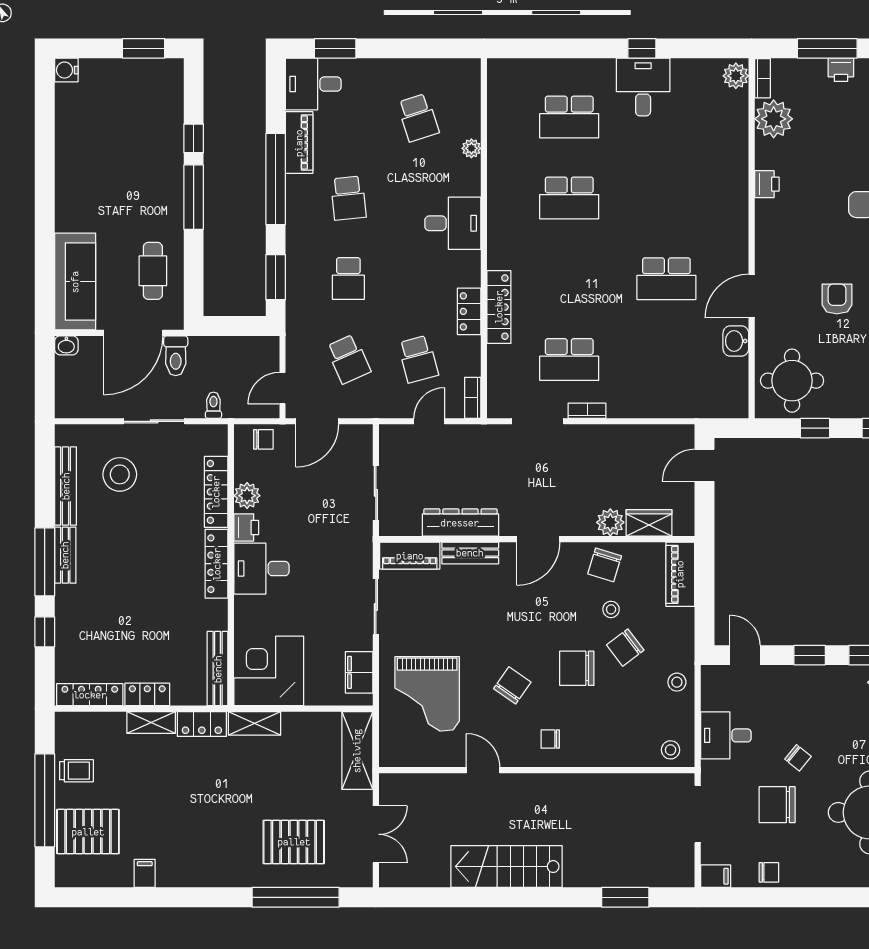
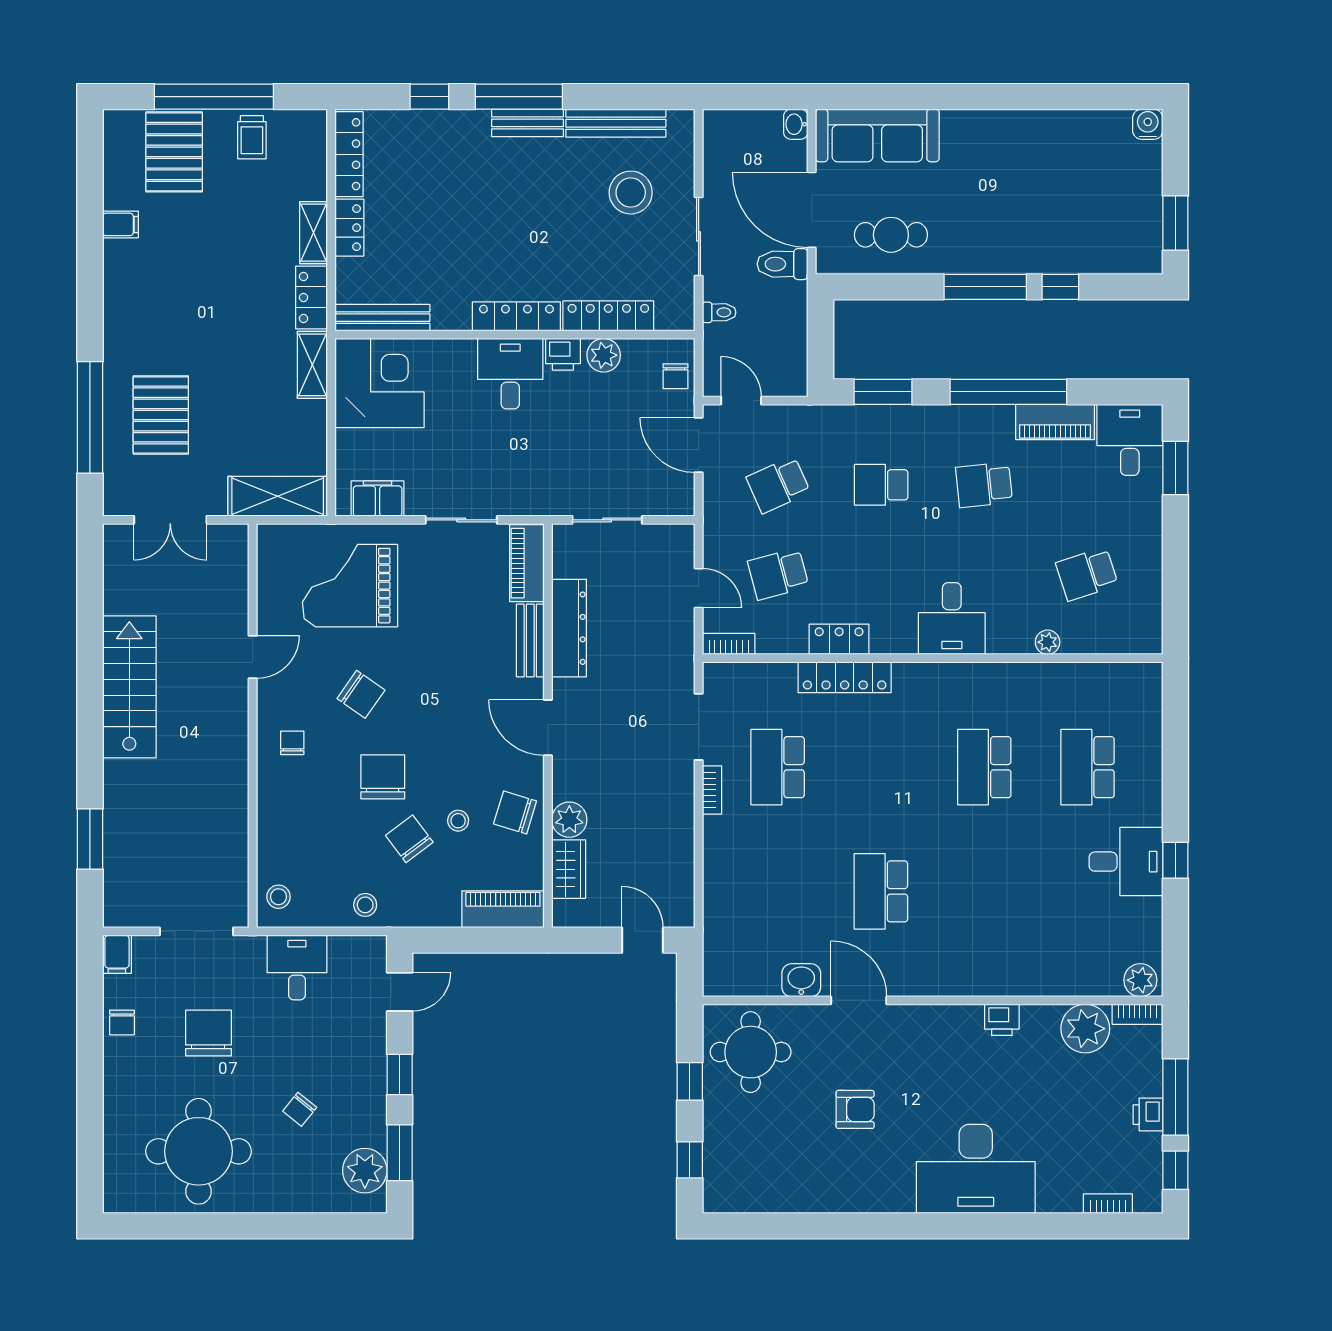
chair: (798, 758) -> (300, 1109), moved

